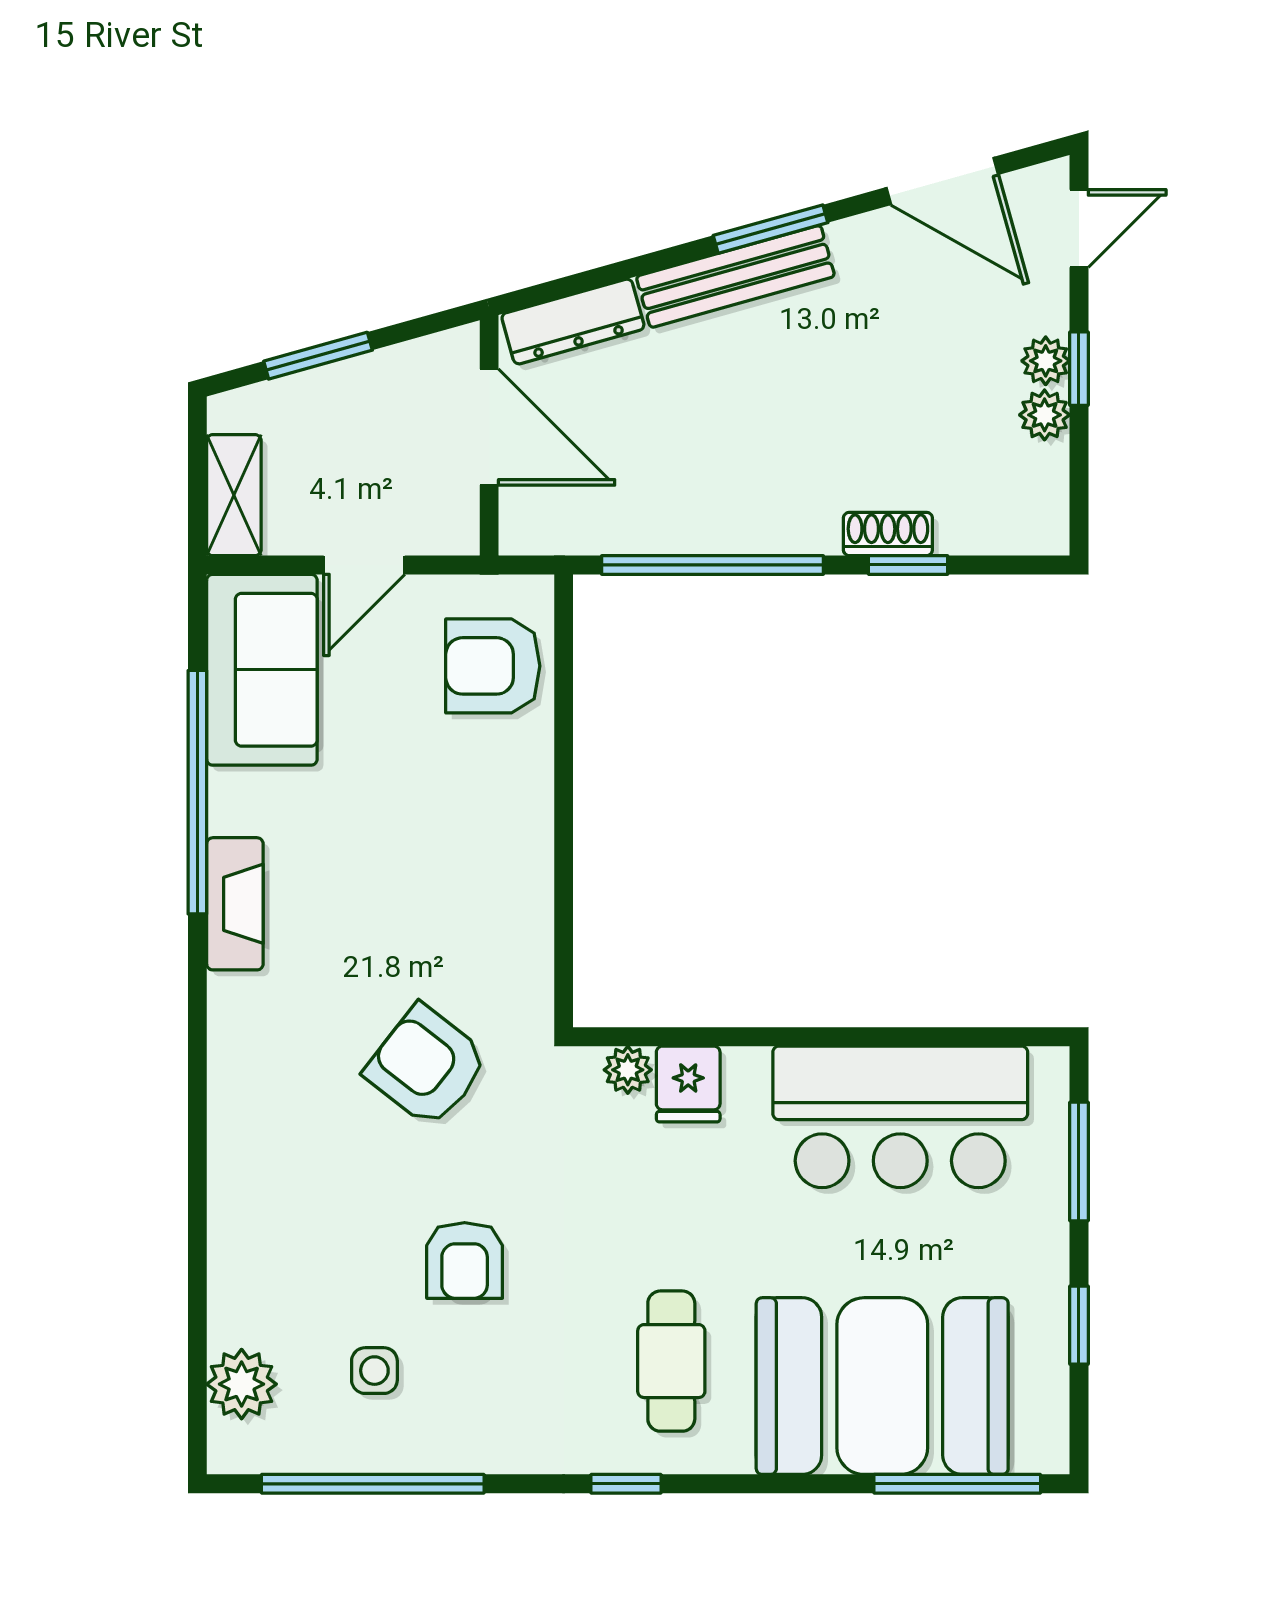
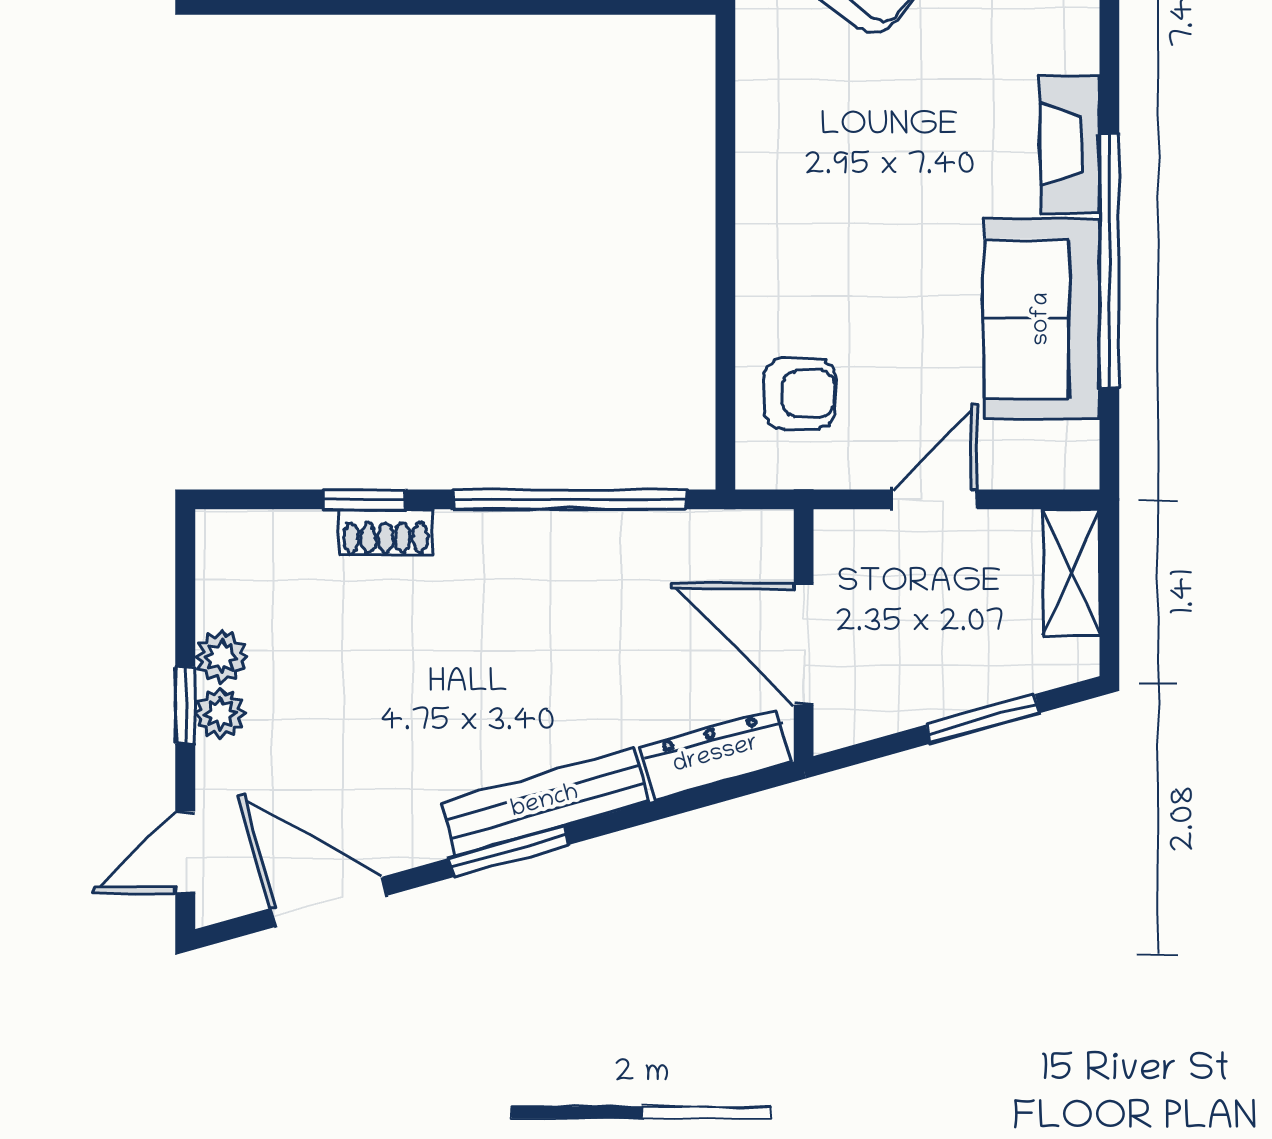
armchair: (493, 666) -> (800, 394), width x0.72, depth x0.72
sofa: (262, 670) -> (1042, 319), moved

